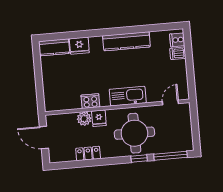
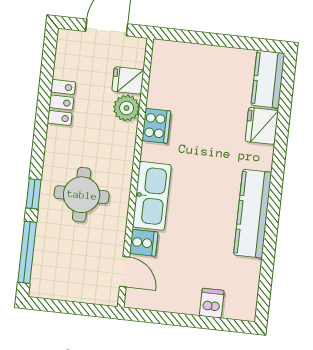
cooker: (177, 40) -> (144, 243), moved, turned 90
fridge: (99, 118) -> (128, 80), moved
round table: (134, 133) -> (82, 195), width x0.73, depth x0.73

